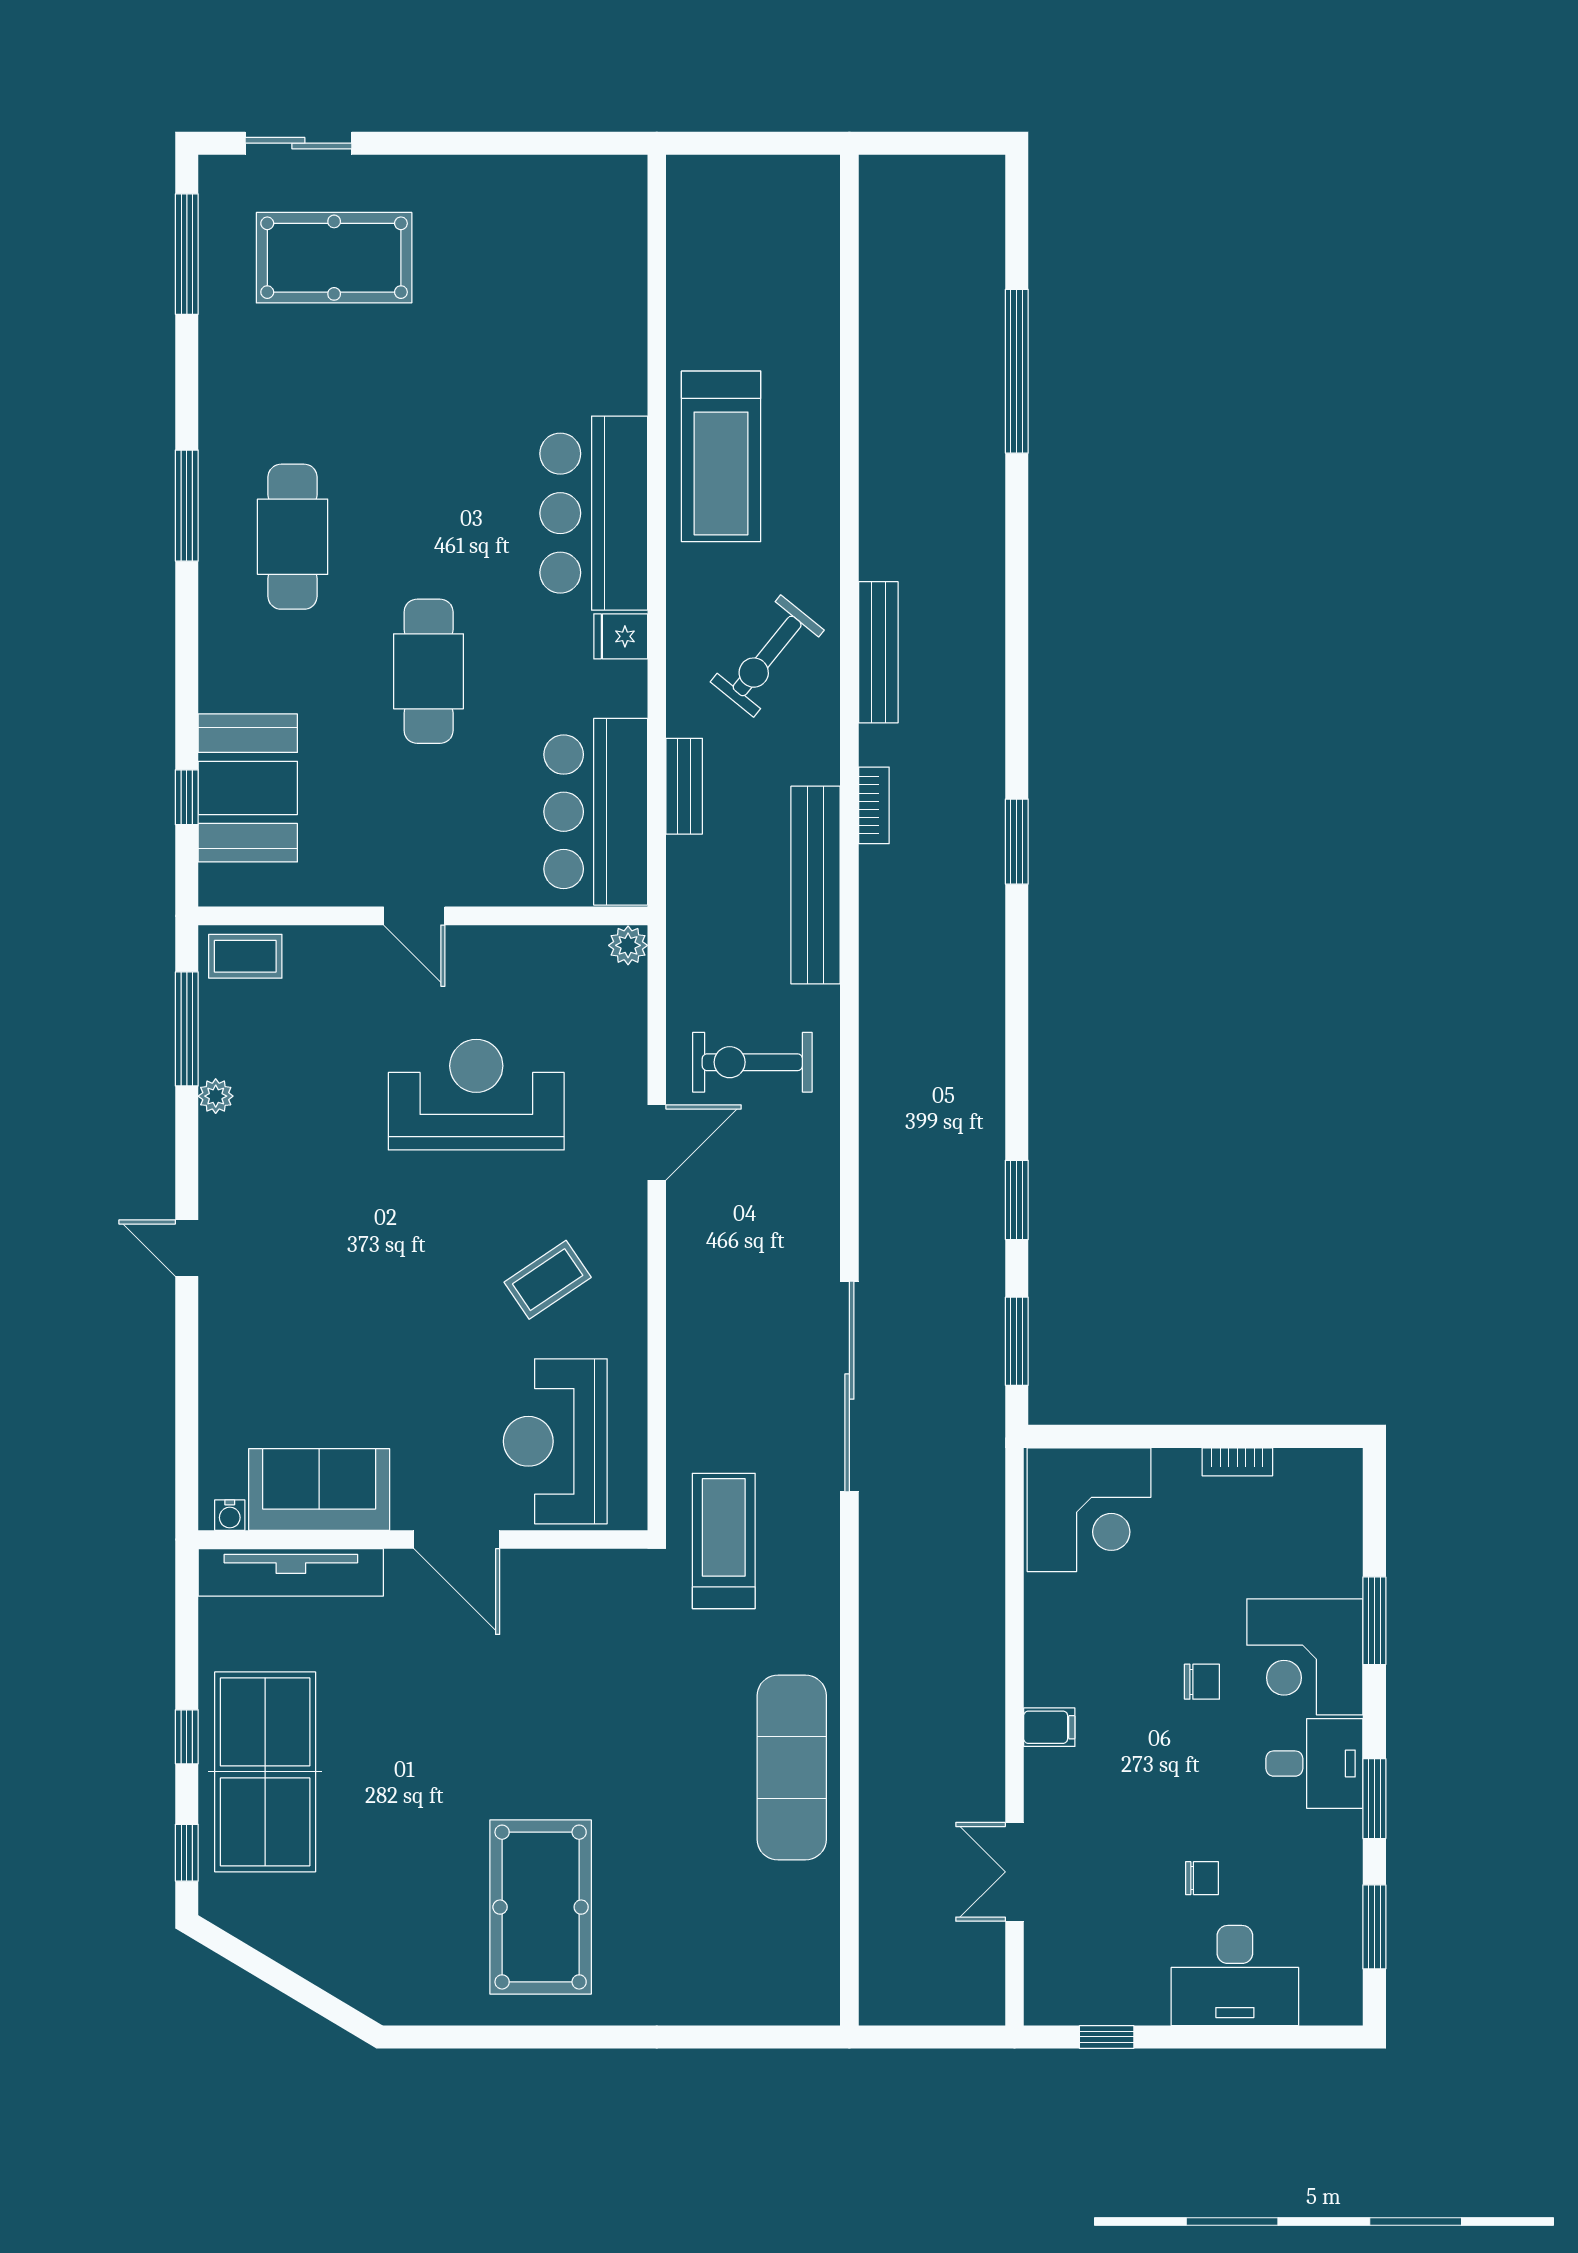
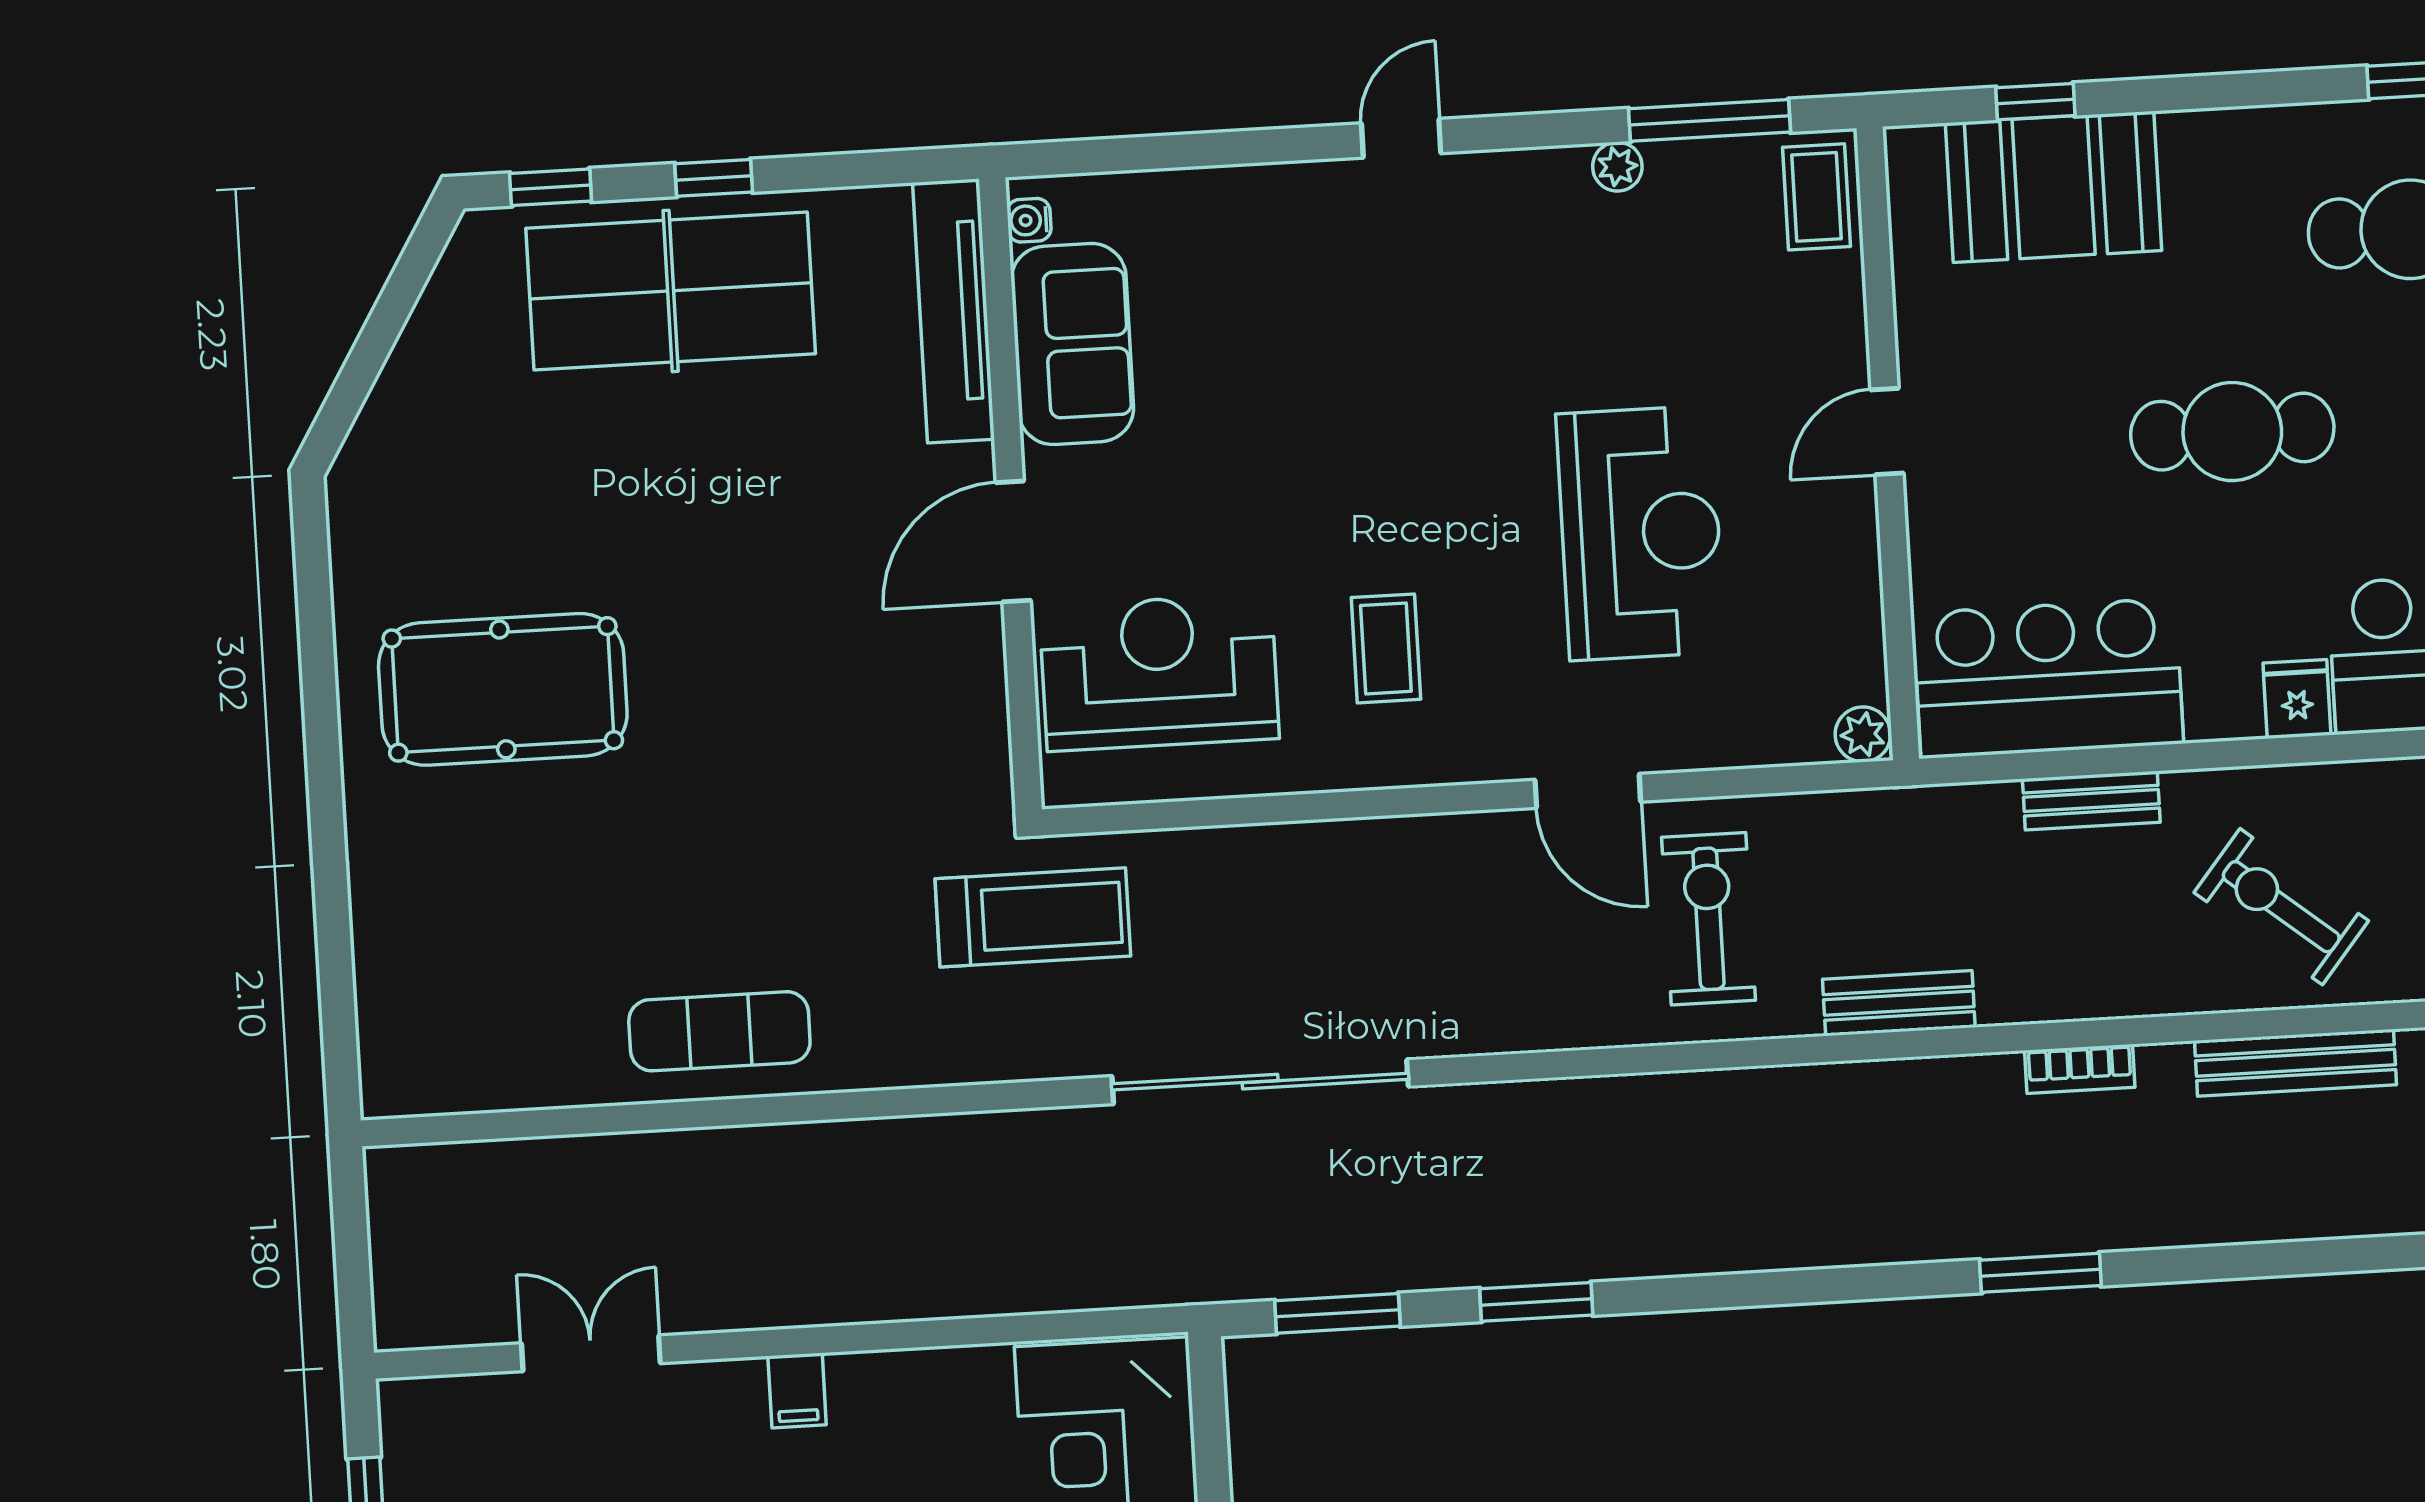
bench: (816, 885) -> (1899, 1003), width x0.54, depth x0.82
coffee table: (548, 1280) -> (1386, 648), turned 34
exercise mat: (792, 1768) -> (719, 1031), width x0.73, depth x0.69

